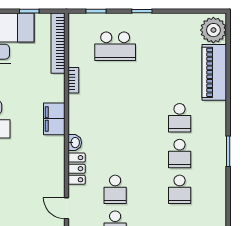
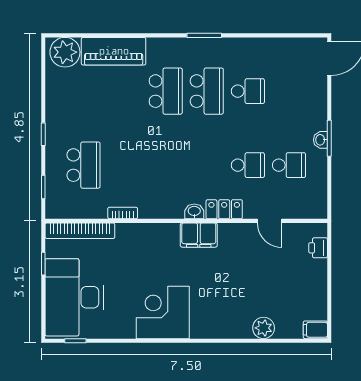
school desk: (180, 118) -> (166, 91), width x1.85
filing cabinet: (54, 119) -> (199, 235), moved
school desk: (180, 154) -> (207, 91), width x1.85
door: (67, 208) -> (270, 221), hinge flipped

